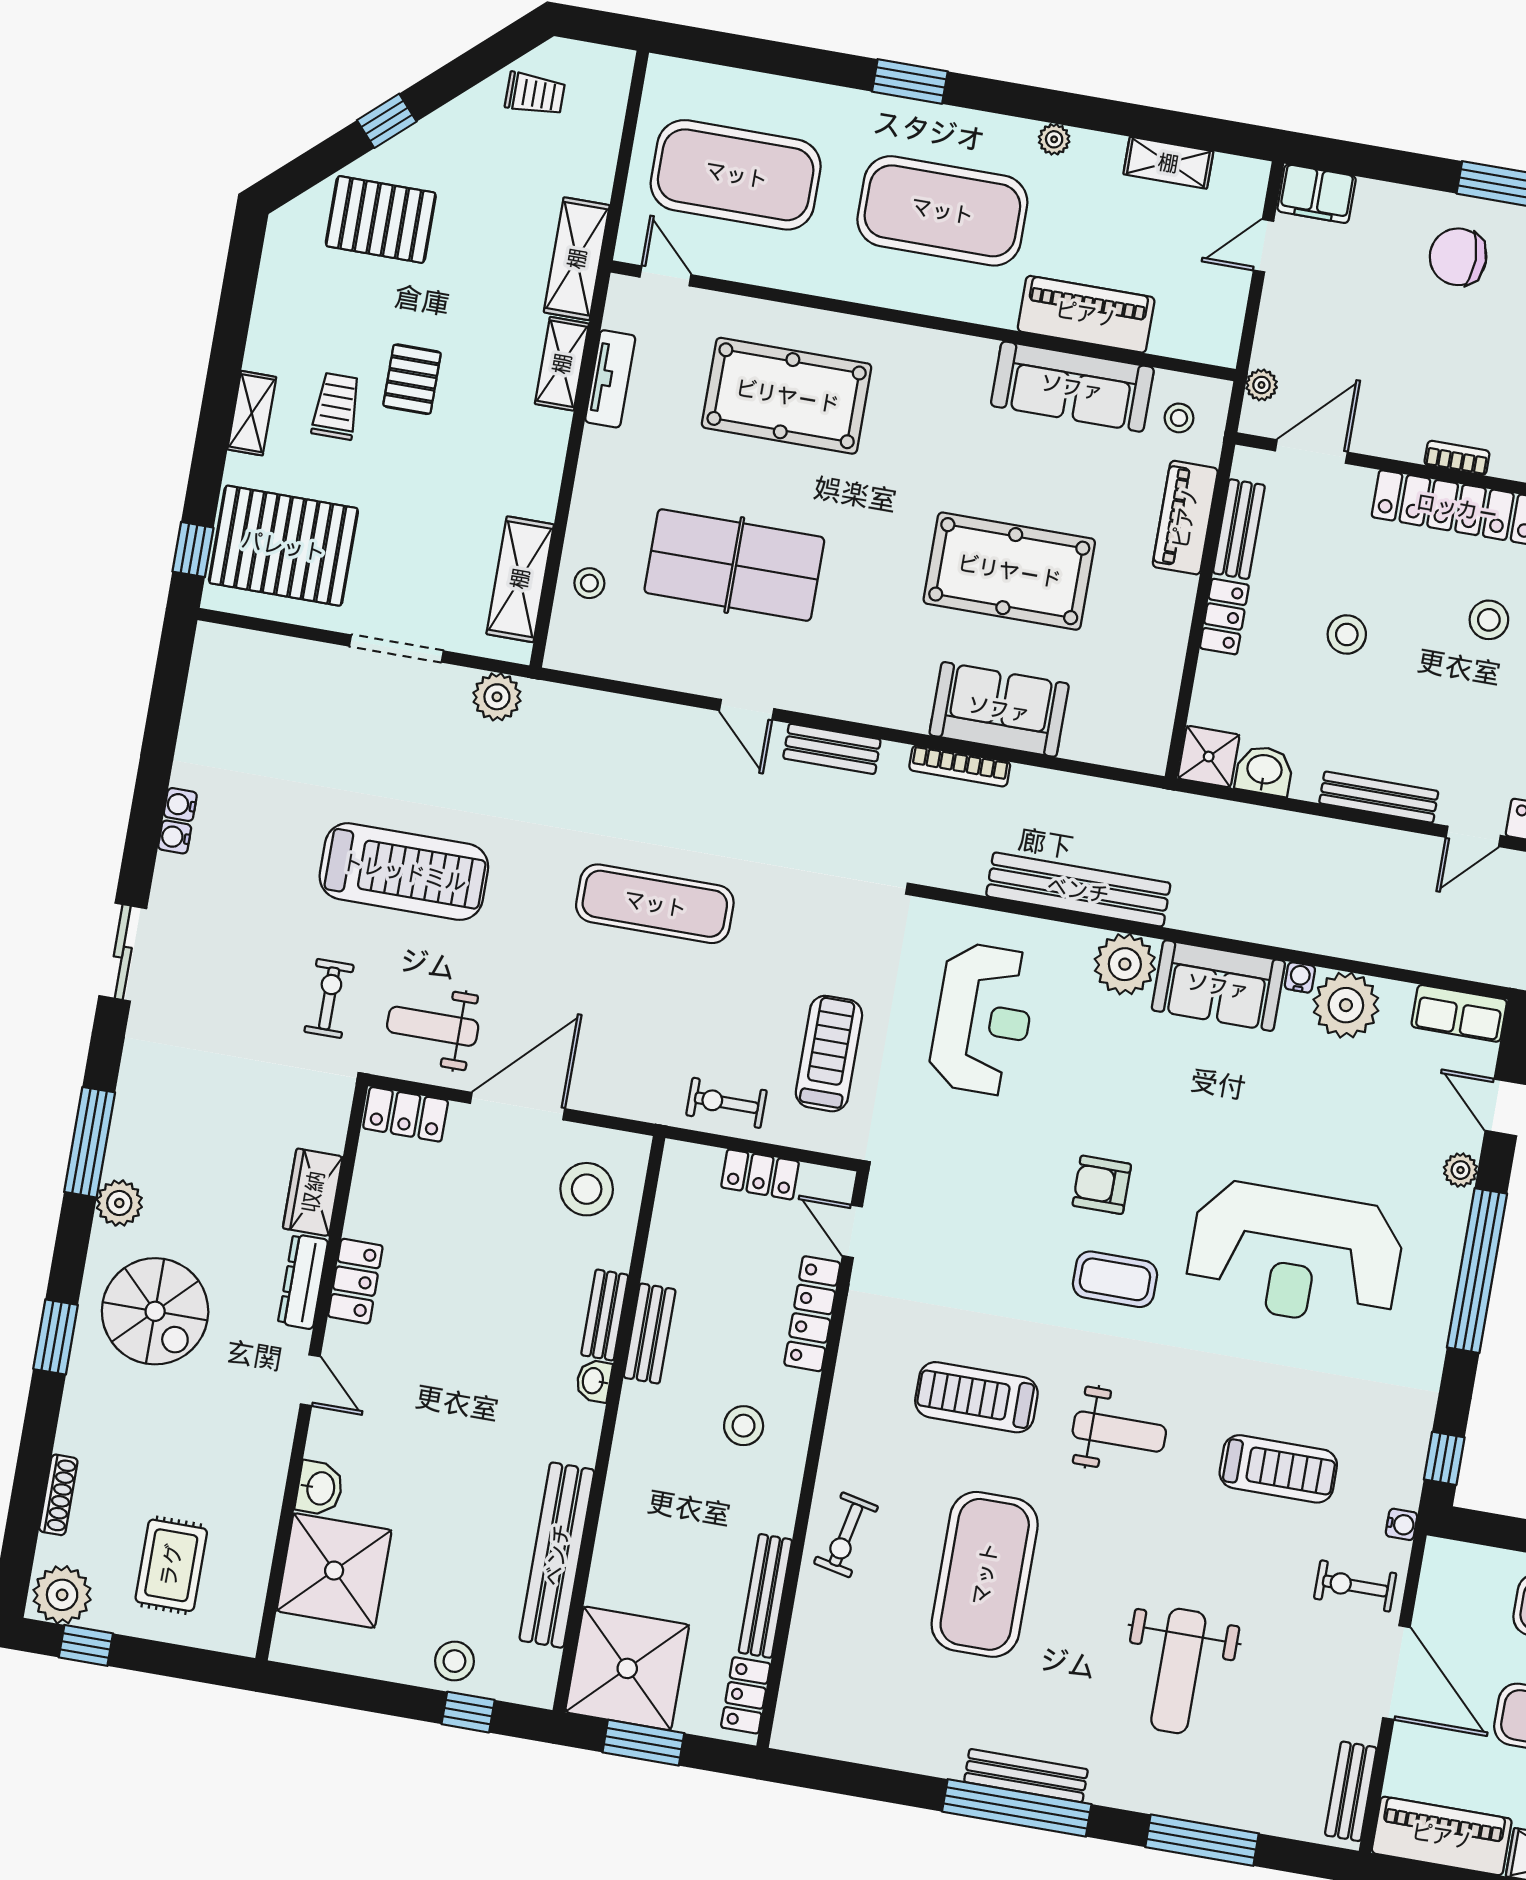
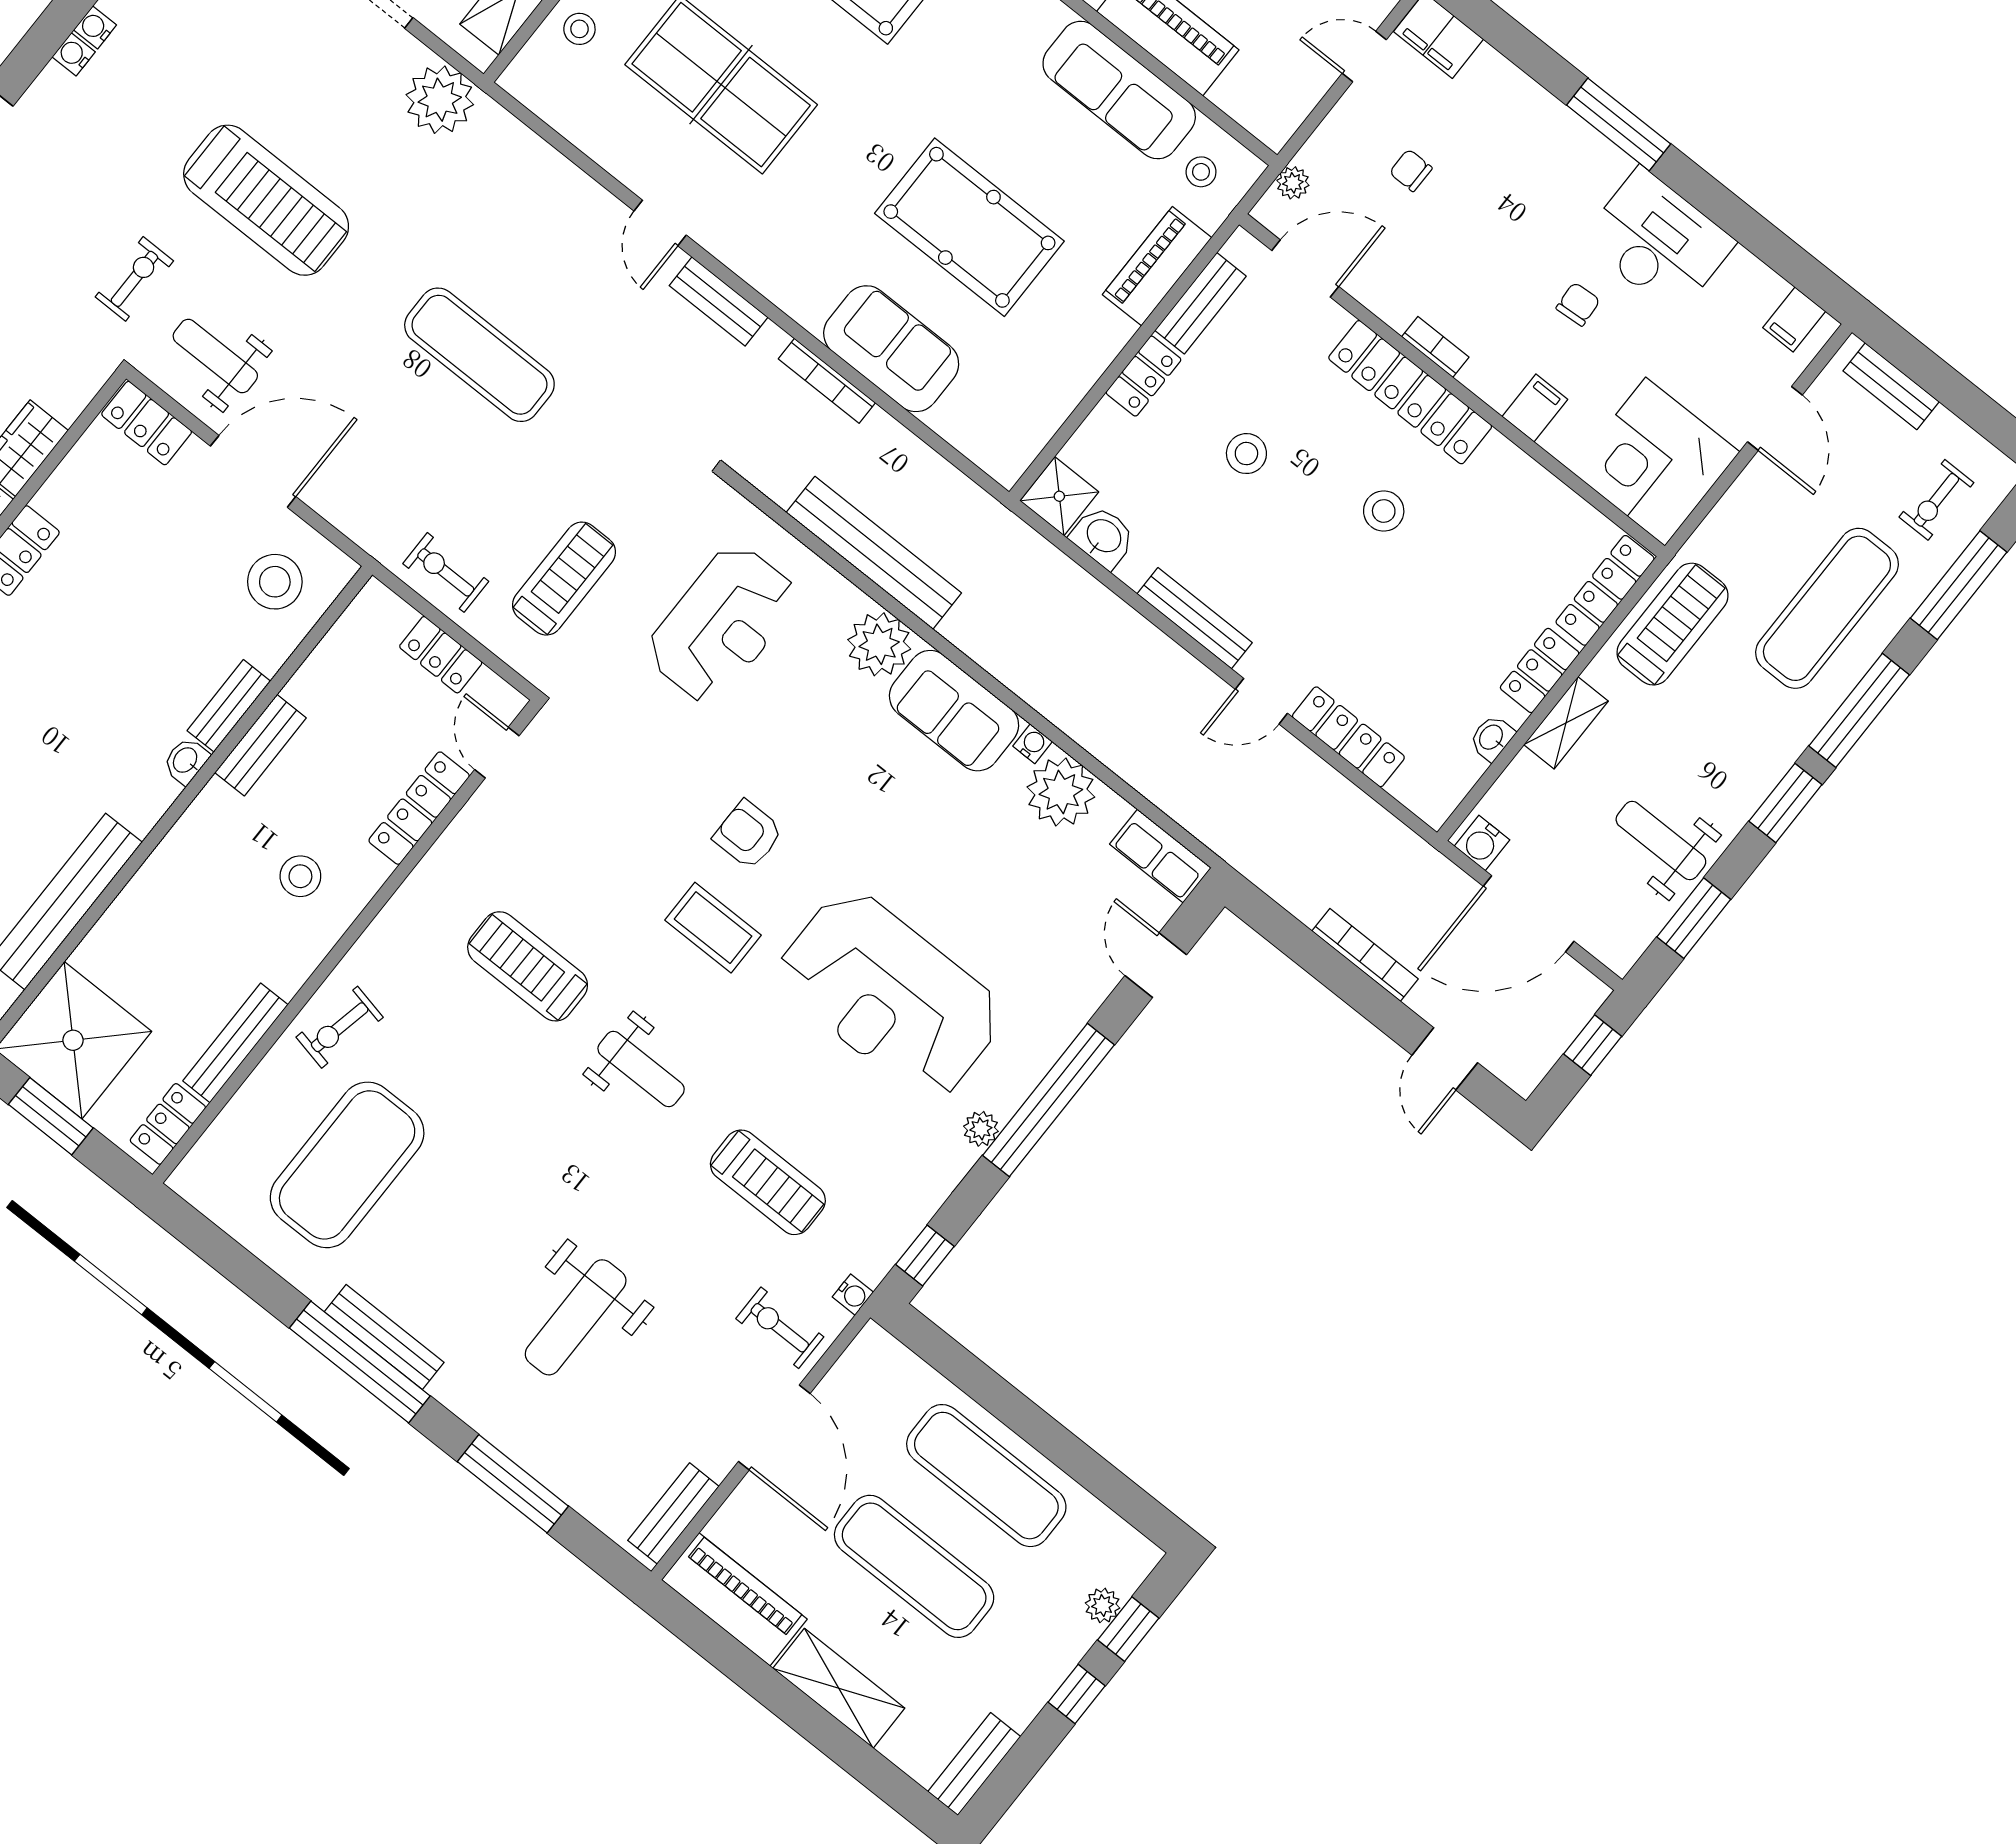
chair: (1458, 257) -> (1411, 170), moved, width x0.54, depth x0.54
plant: (497, 697) -> (440, 100), width x1.36, depth x1.36
plant: (1460, 1170) -> (981, 1129), moved
exercise mat: (985, 1574) -> (347, 1165), moved

